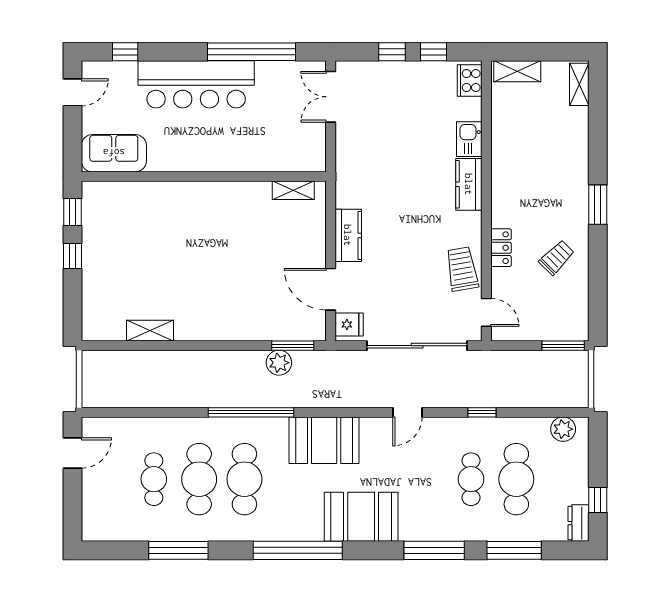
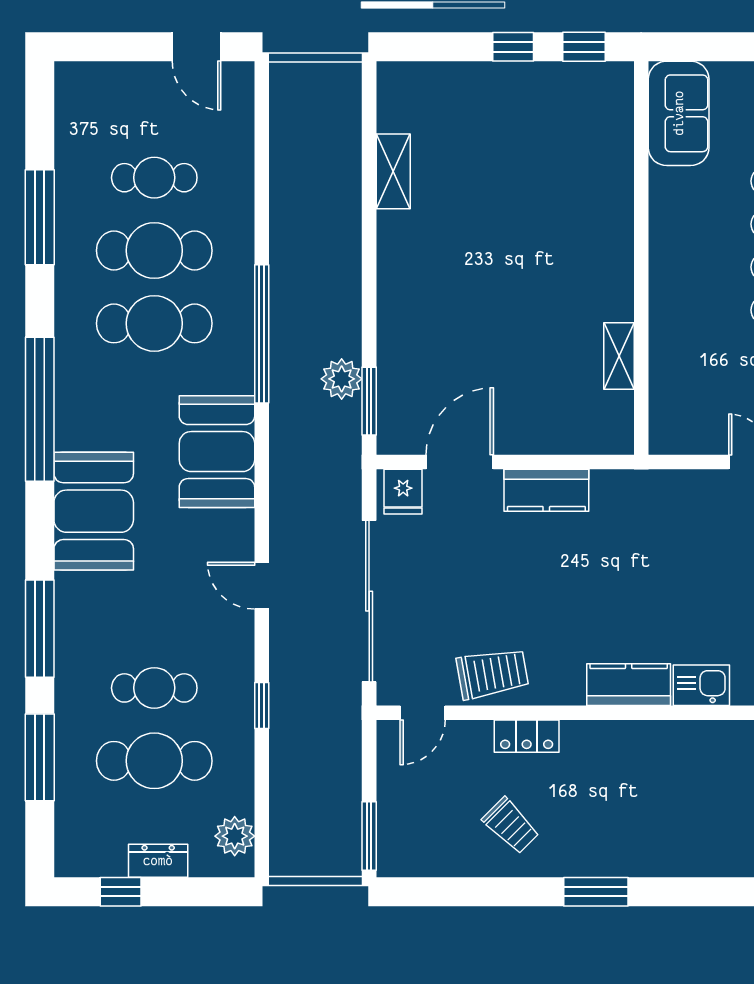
shelving: (293, 190) -> (619, 356), moved
dresser: (578, 523) -> (158, 861), moved

